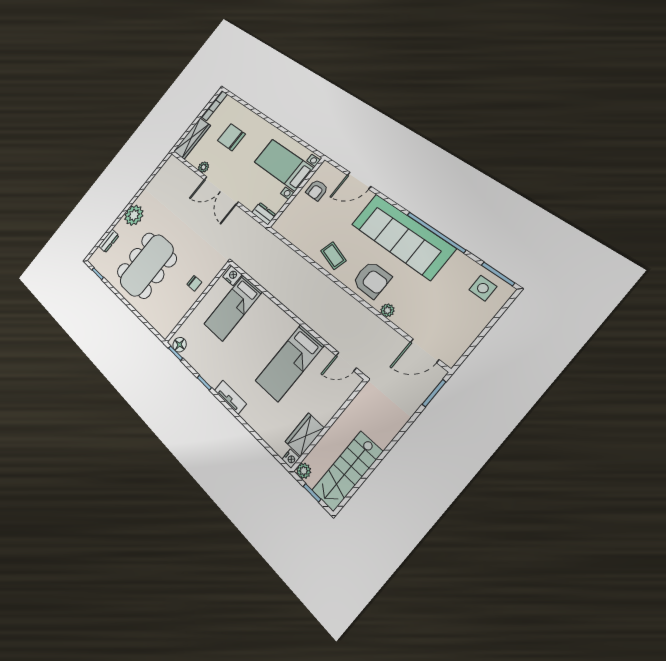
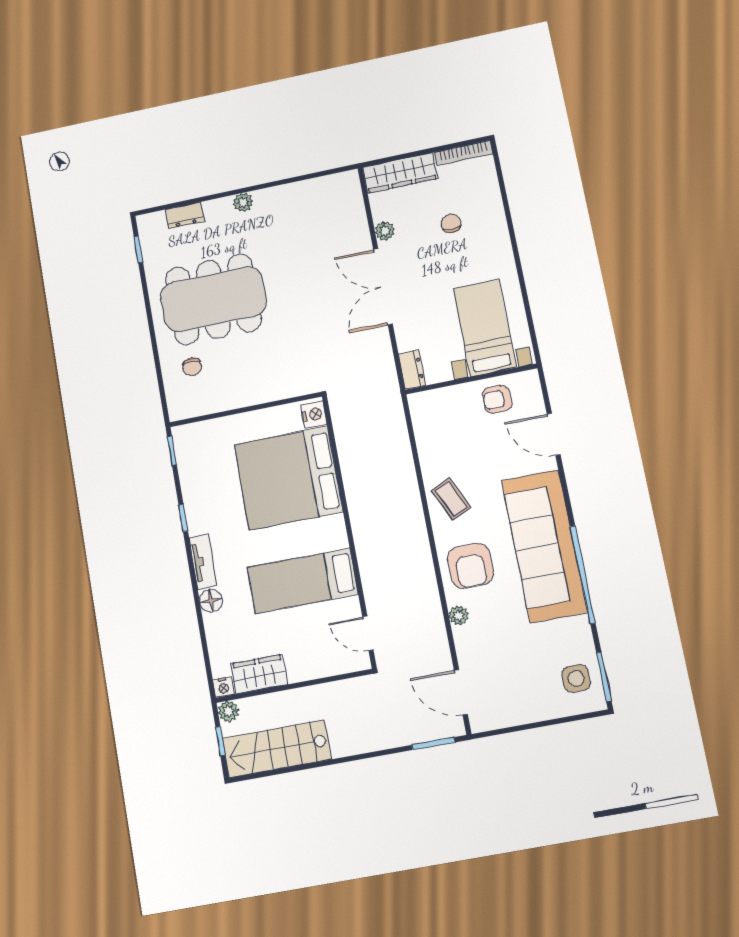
chair: (231, 137) -> (451, 223), width x0.54, depth x0.54
plant: (134, 215) -> (243, 202), width x0.53, depth x0.53
coffee table: (333, 256) -> (451, 499), turned -41
chair: (194, 283) -> (192, 367), moved
bed: (233, 308) -> (288, 478), width x2.04
floor lamp: (180, 345) -> (211, 601), moved

